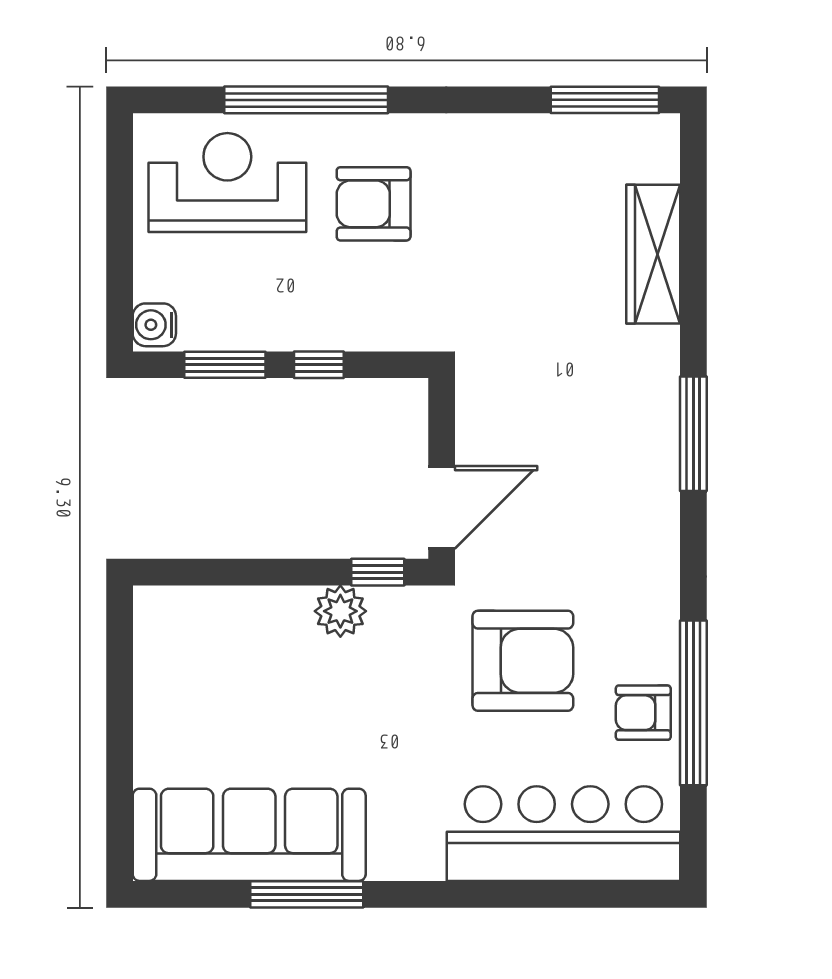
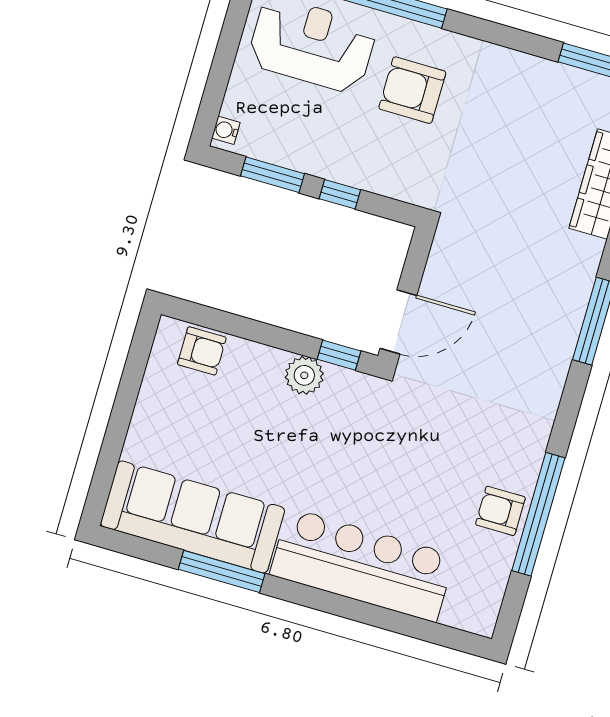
water cooler: (154, 325) -> (226, 130), width x0.72, depth x0.72
armchair: (523, 661) -> (202, 351), moved, width x0.53, depth x0.53
bar counter: (563, 834) -> (362, 565), moved

